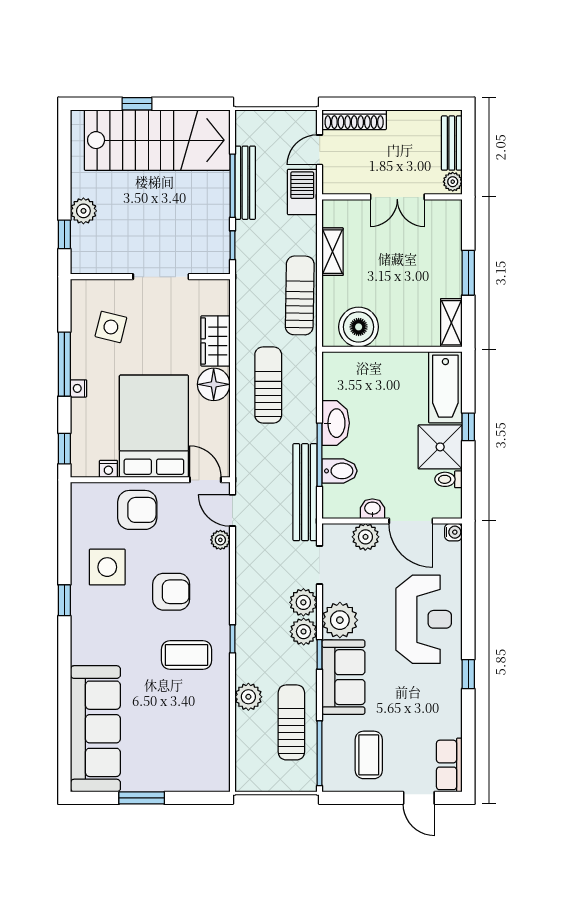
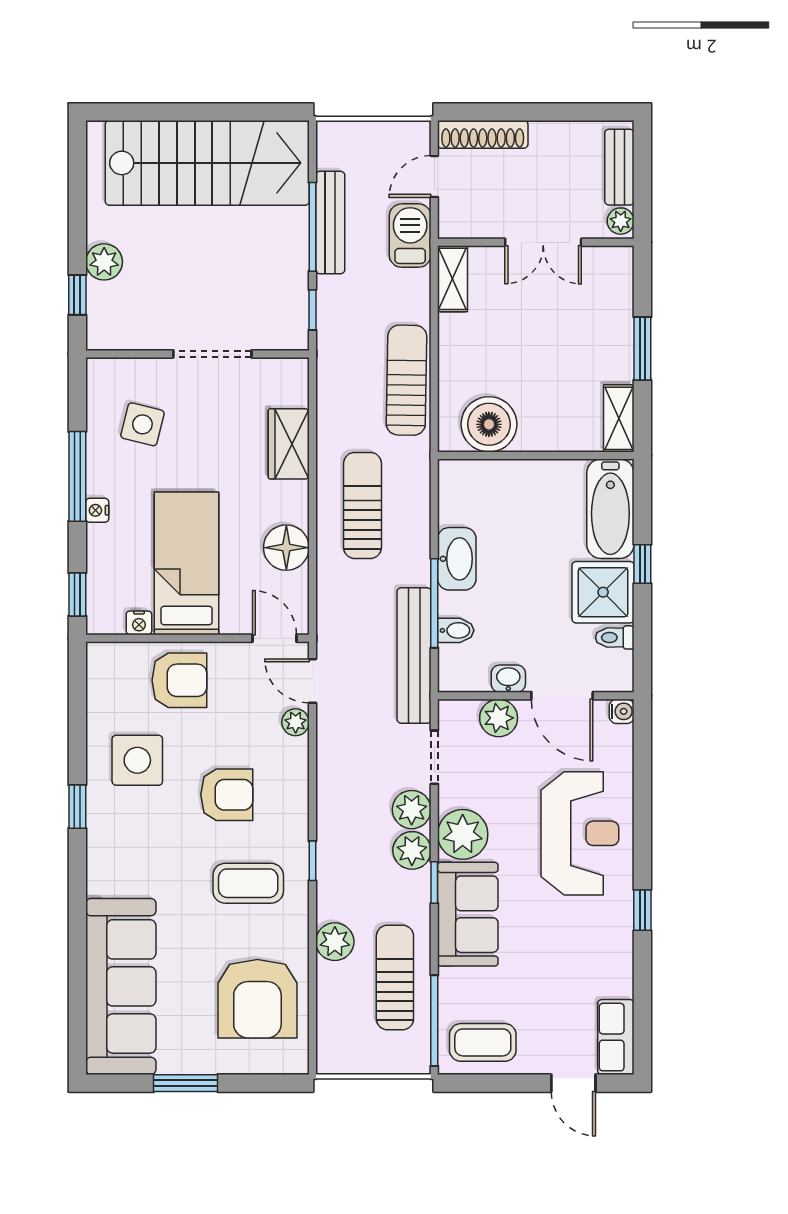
window: (137, 104) -> (179, 112), removed
shelving: (333, 252) -> (453, 279), moved
floor lamp: (214, 384) -> (286, 548), moved
bed: (154, 426) -> (187, 563), width x0.67
bidet: (339, 471) -> (456, 630), width x0.72, depth x0.74
armchair: (193, 738) -> (257, 999), added
coffee table: (369, 755) -> (483, 1042), moved, turned 90

